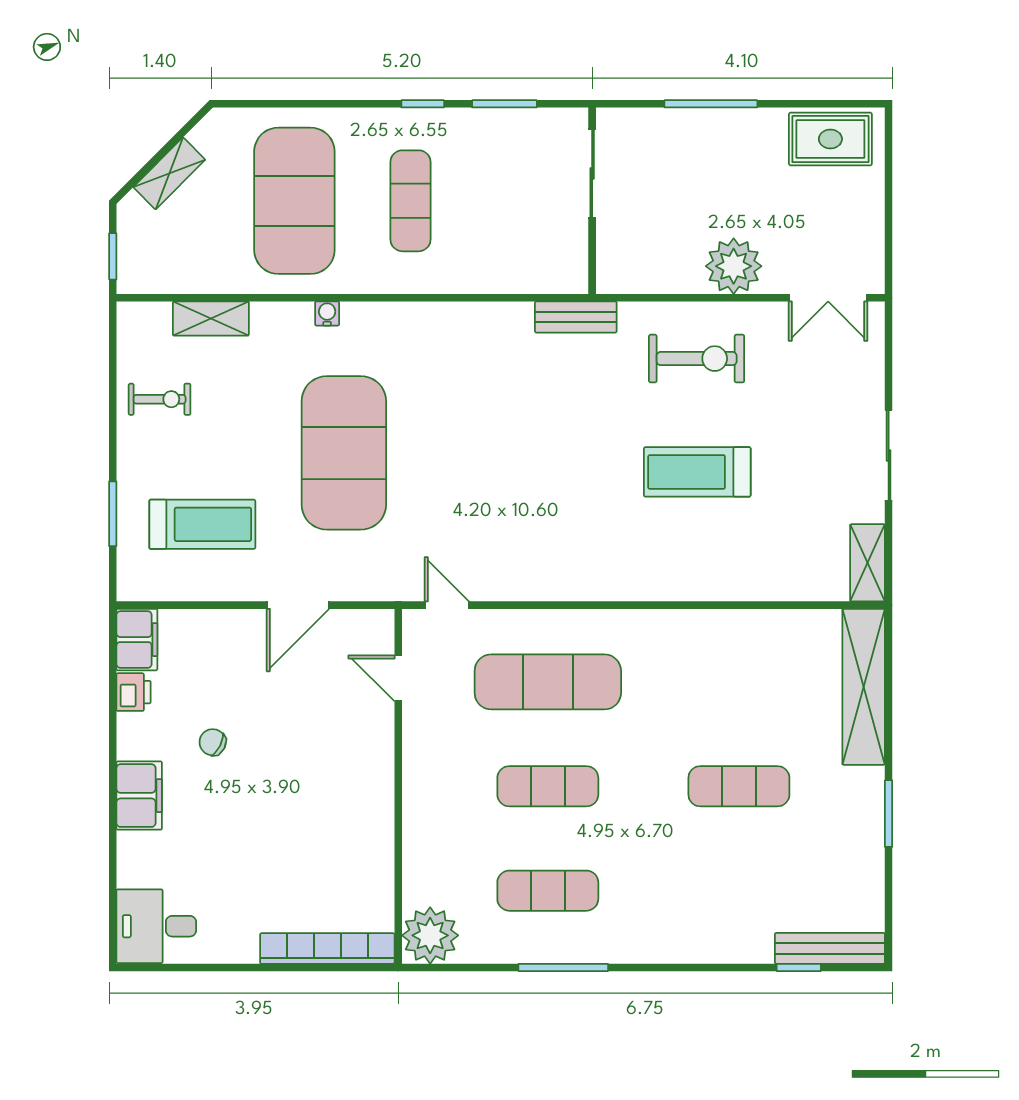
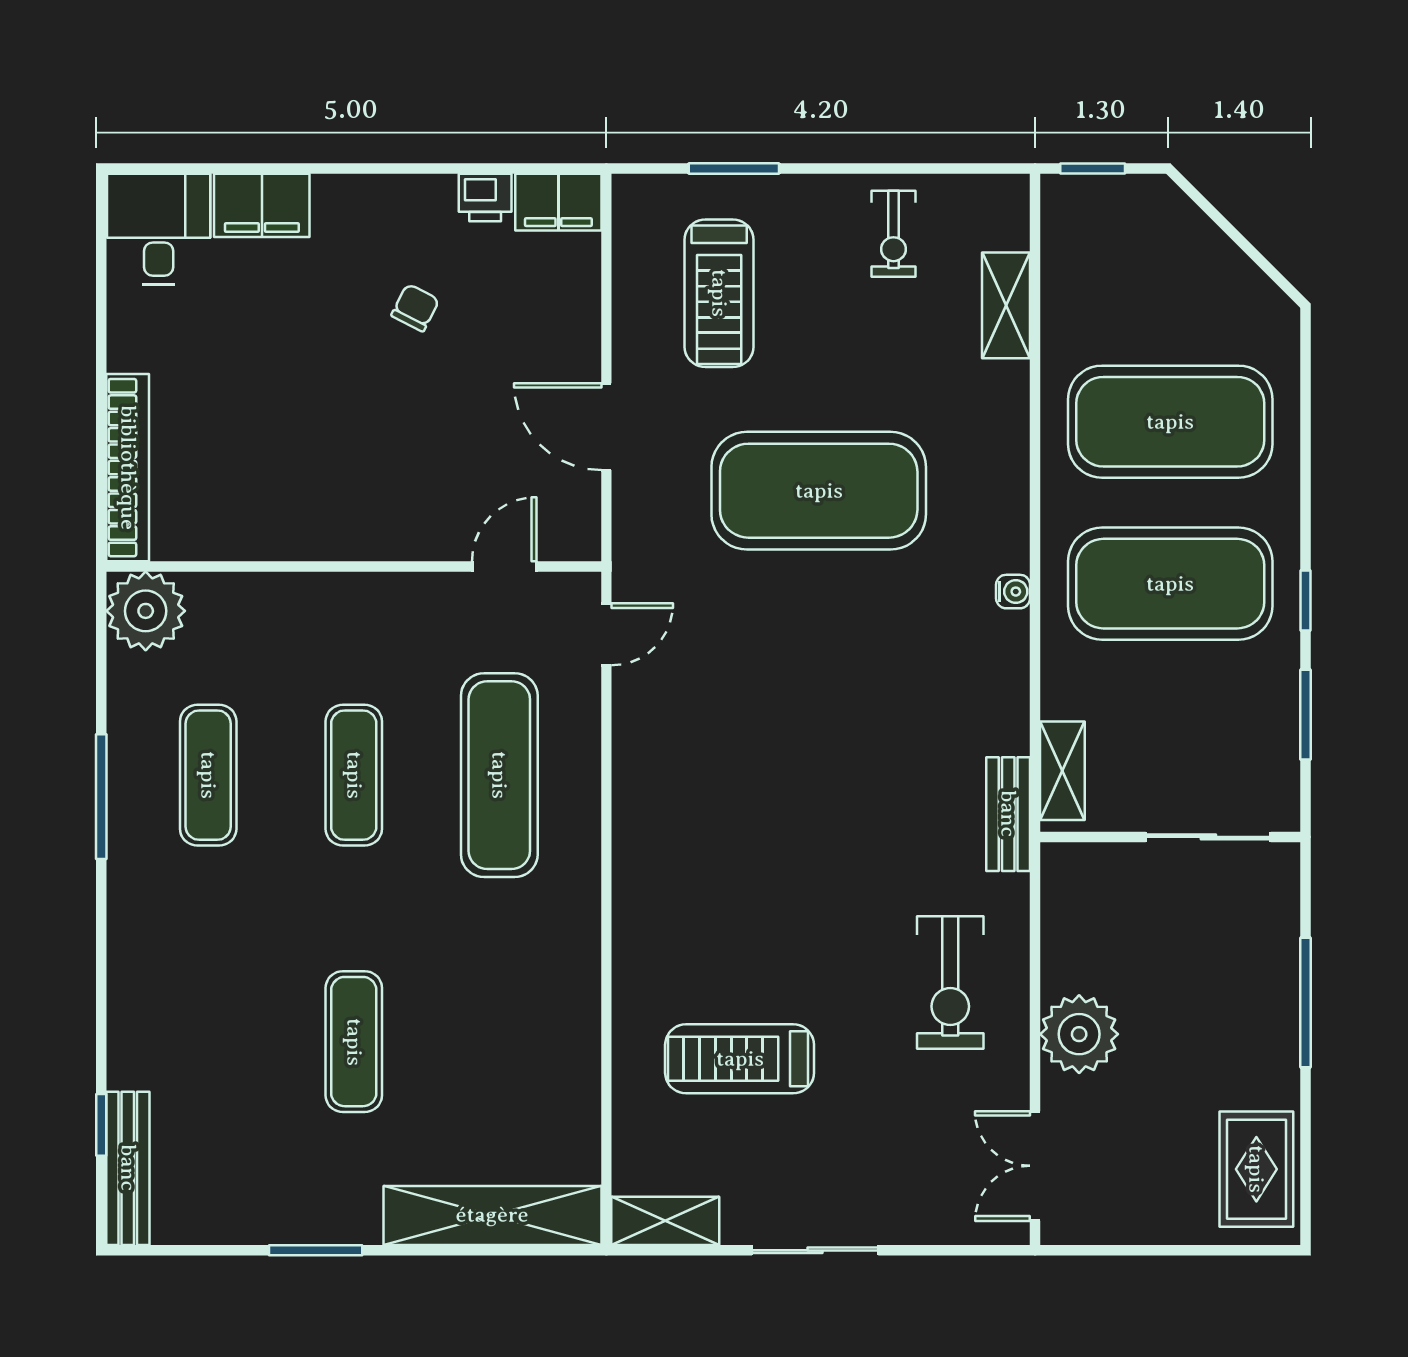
shelving: (169, 173) -> (1062, 771), moved, turned 45
exercise mat: (410, 201) -> (1170, 584), width x2.00, depth x1.45
water cooler: (327, 313) -> (1013, 592), moved
treadmill: (697, 472) -> (740, 1059), moved, turned -90
filing cabinet: (139, 796) -> (262, 205), moved

